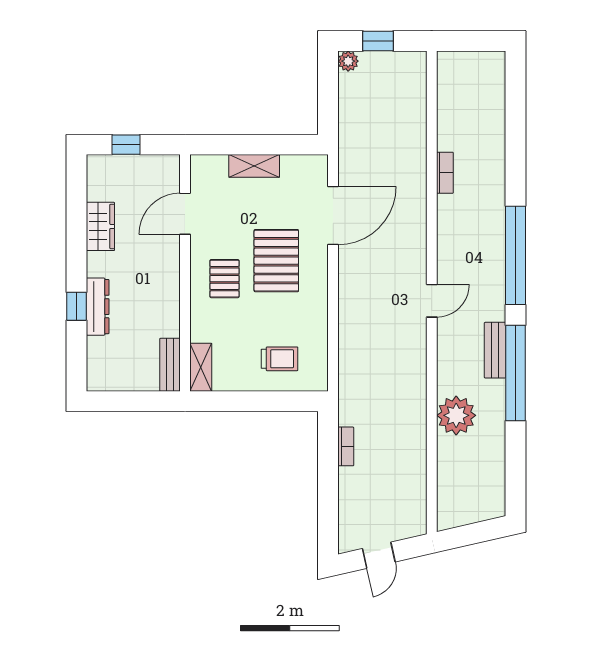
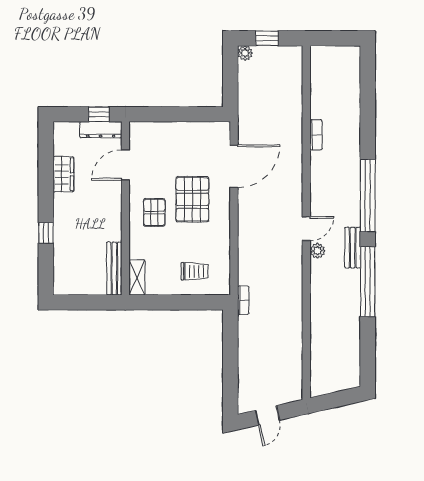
window: (126, 145) -> (99, 114), moved
shelving: (254, 166) -> (176, 130), removed
dresser: (98, 307) -> (101, 130), moved, turned 90
bench: (495, 350) -> (353, 248), moved
bench: (170, 365) -> (114, 269), width x1.36
plant: (456, 415) -> (318, 251), moved, width x0.53, depth x0.53
bookcase: (346, 446) -> (243, 300), moved

